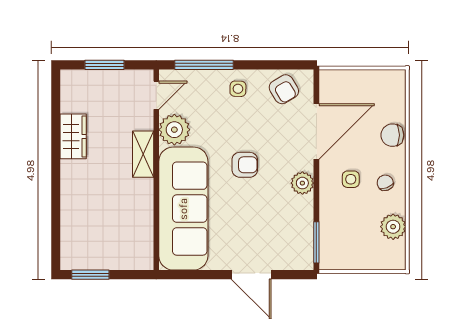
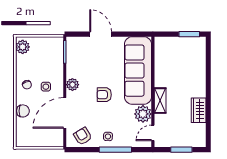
window: (204, 65) -> (115, 150), moved
plant: (393, 227) -> (23, 47), moved

